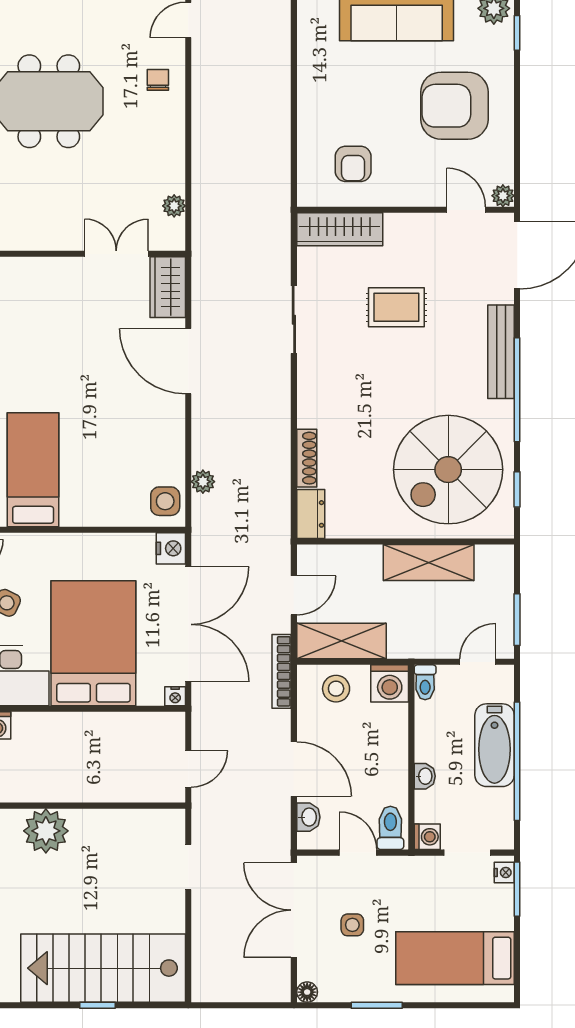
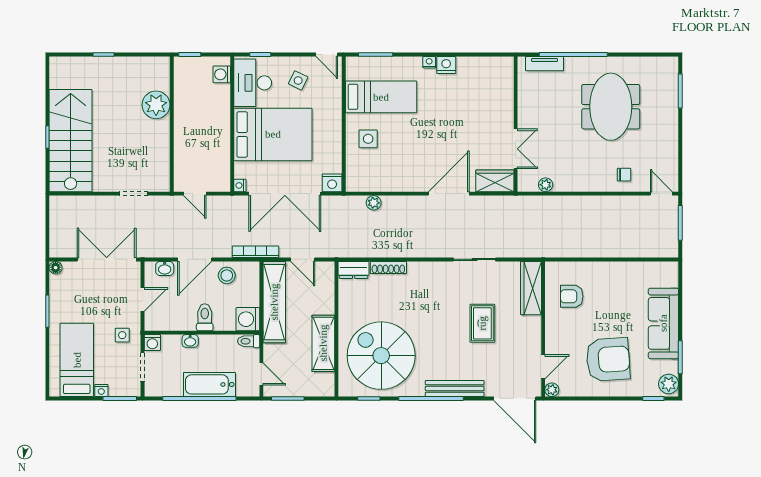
armchair: (454, 106) -> (608, 359), turned 86
side table: (165, 501) -> (368, 139), moved
shelving: (341, 641) -> (274, 302), width x1.47
stool: (336, 689) -> (227, 275), moved
toilet: (390, 828) -> (205, 317), moved, turned -90
nightstand: (504, 873) -> (101, 390), moved
side table: (352, 925) -> (122, 335), moved

